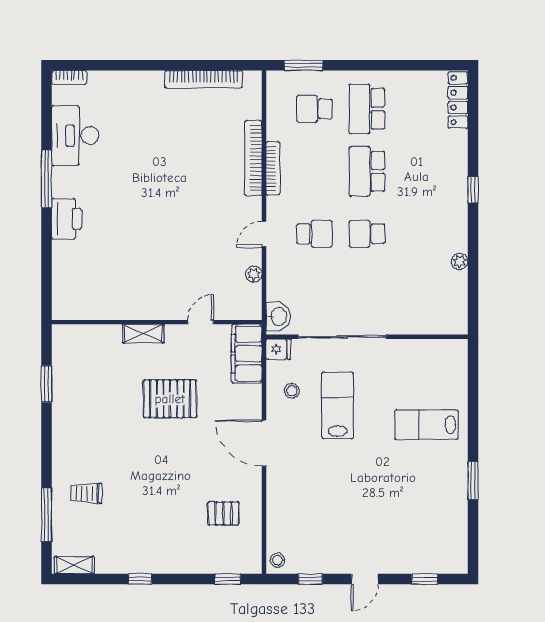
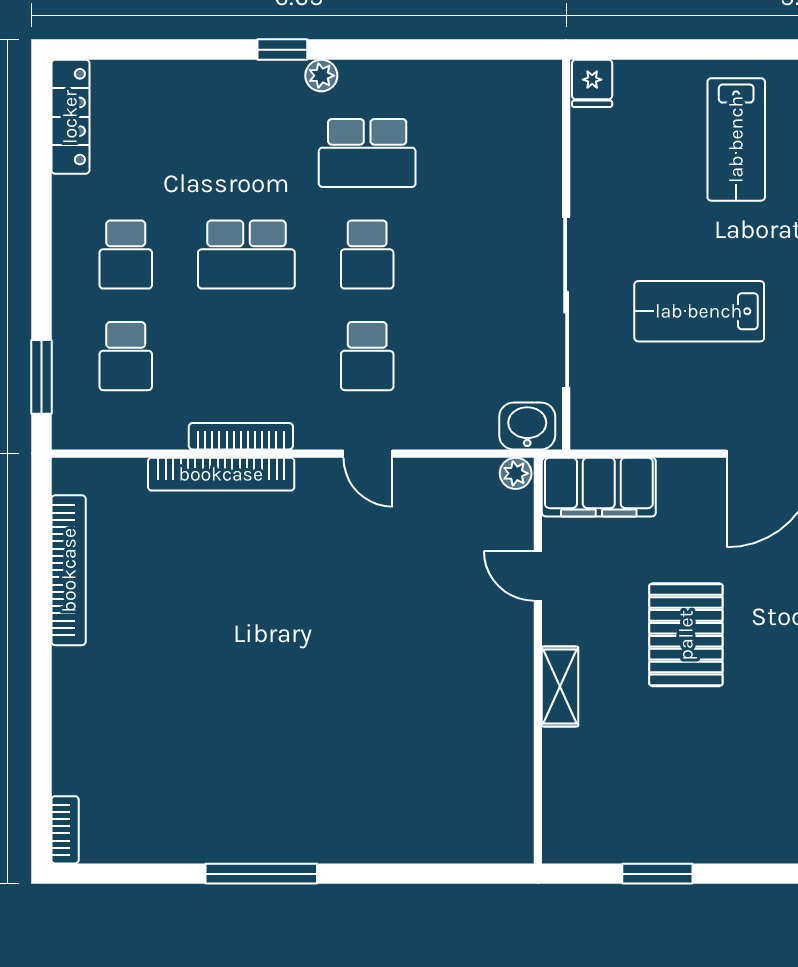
locker: (458, 100) -> (70, 117), moved, turned -90
school desk: (367, 109) -> (126, 255), width x0.54
desk: (75, 136) -> (177, 818), removed
printer: (66, 219) -> (338, 835), removed
school desk: (314, 234) -> (367, 356), turned 180
school desk: (419, 234) -> (367, 153), added
plant: (460, 261) -> (321, 76), moved
plant: (254, 274) -> (516, 473), moved
fridge: (278, 349) -> (592, 83), moved, turned 180
stool: (292, 391) -> (671, 400), removed

